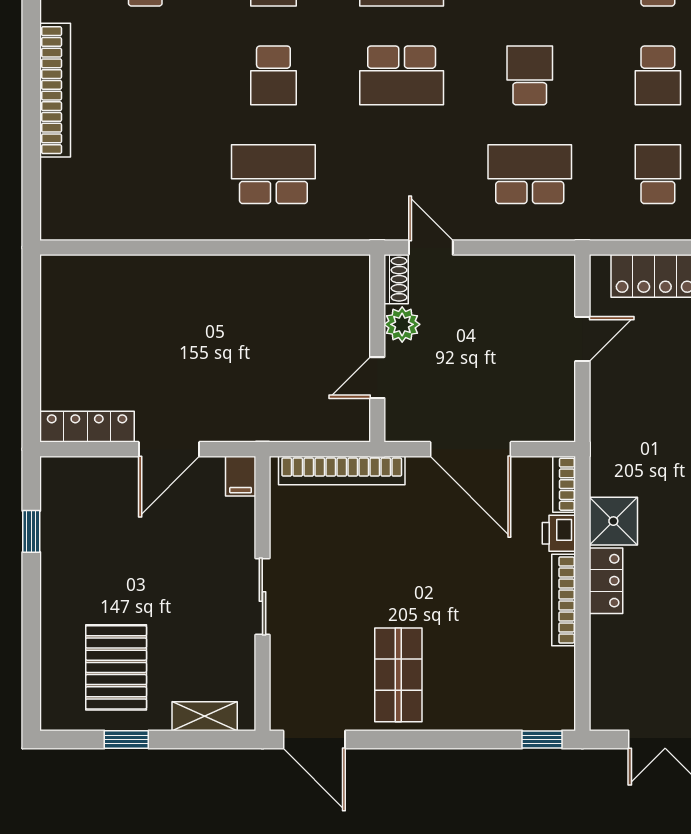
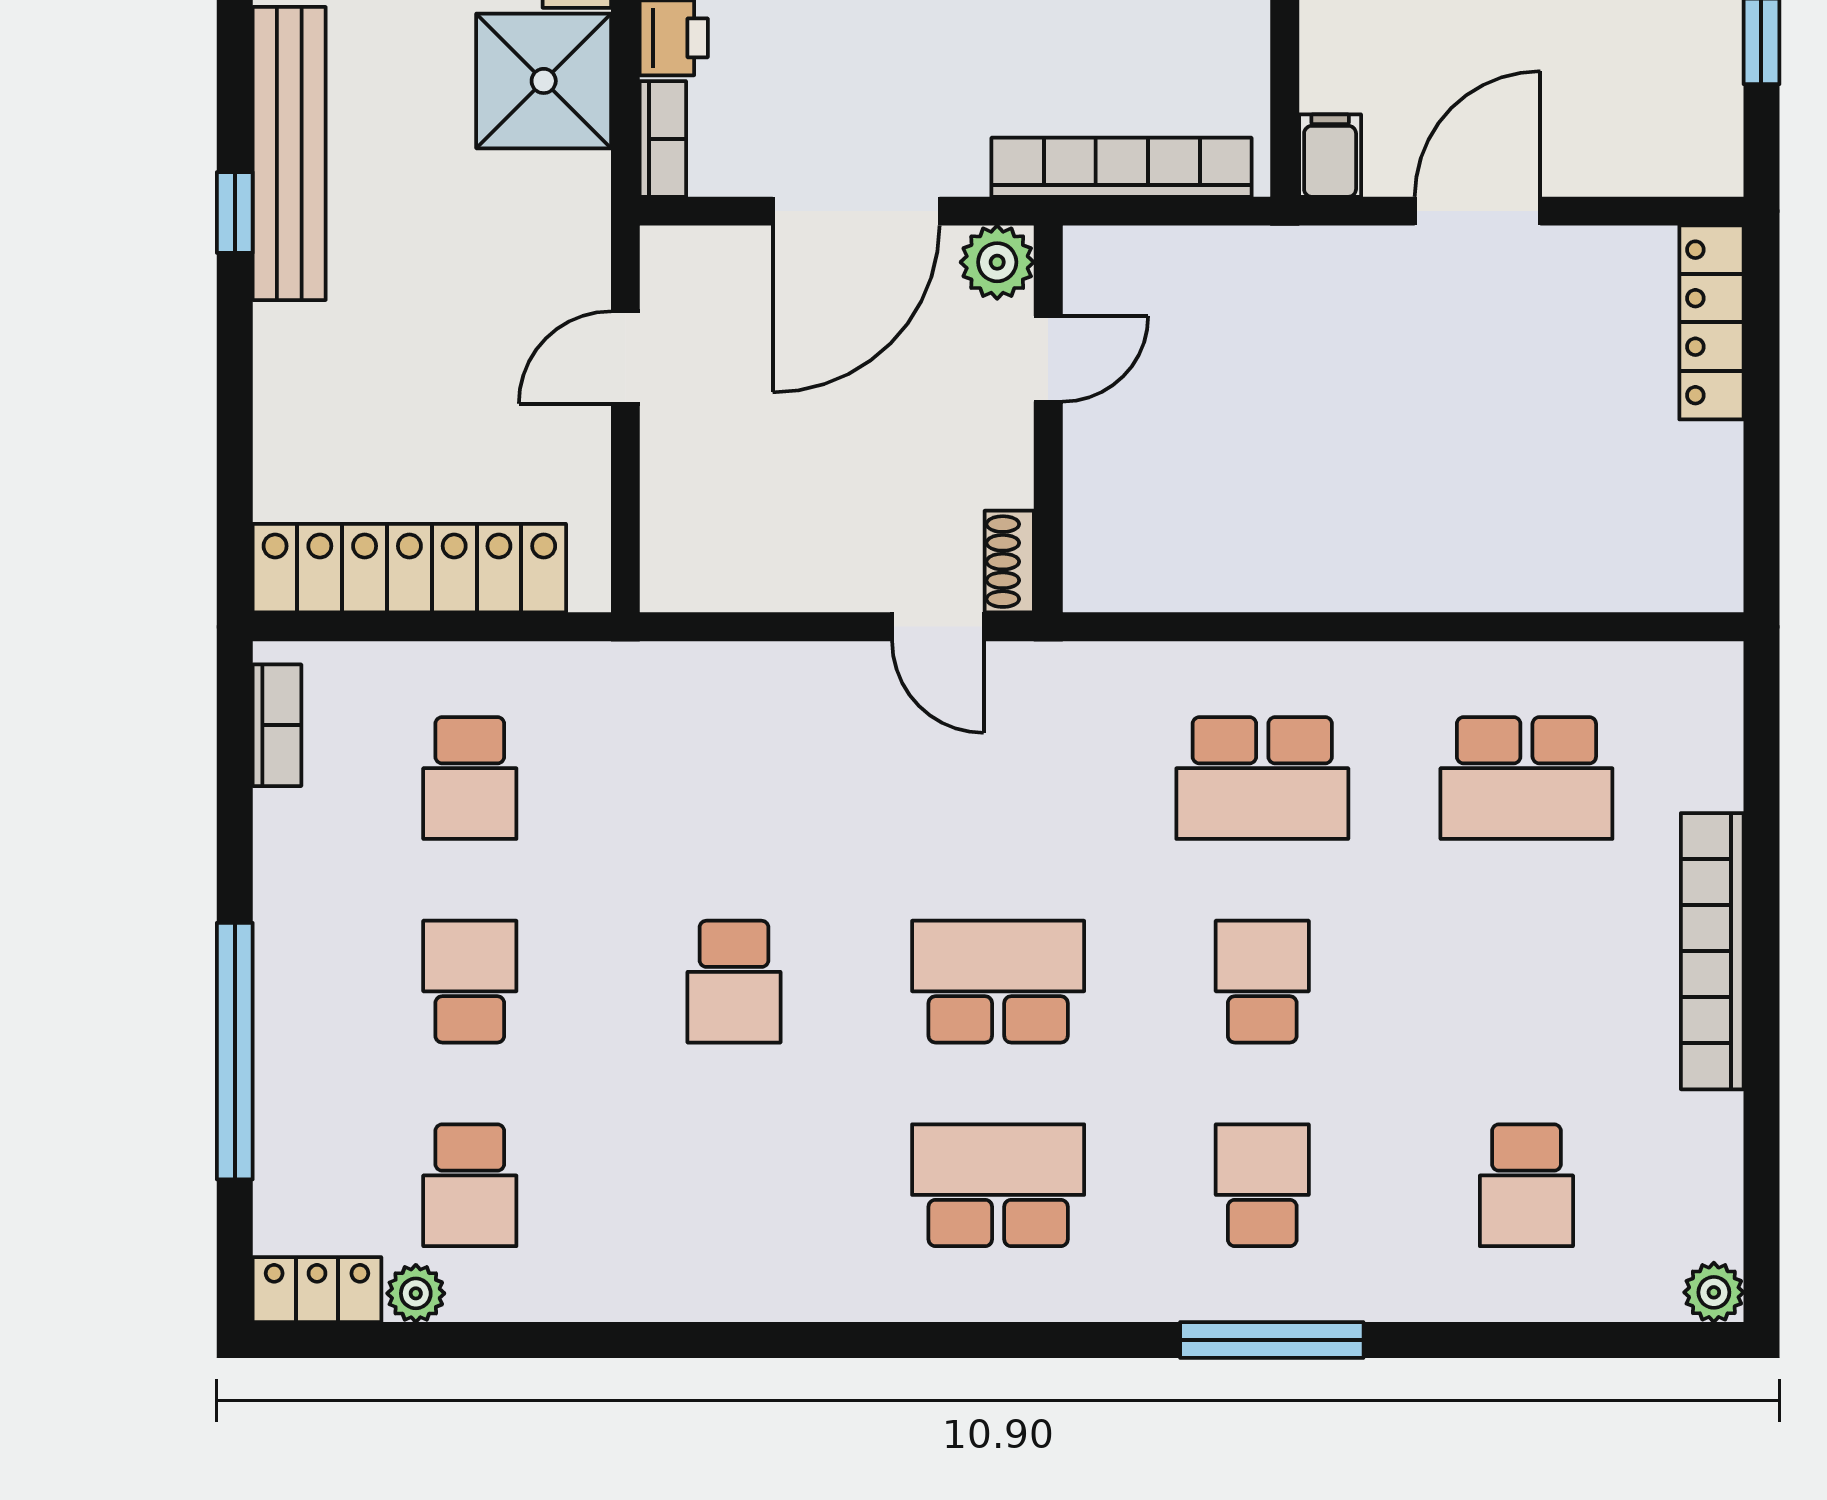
school desk: (530, 174) -> (1526, 778), moved
plant: (402, 324) -> (997, 262), moved
door: (582, 339) -> (625, 357), moved
locker: (87, 427) -> (1711, 322), moved, turned 90
door: (470, 449) -> (856, 211), swing flipped
shower: (613, 521) -> (544, 81), width x1.36, depth x1.36

